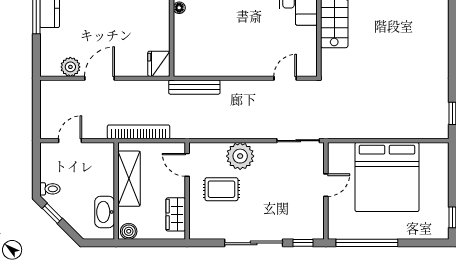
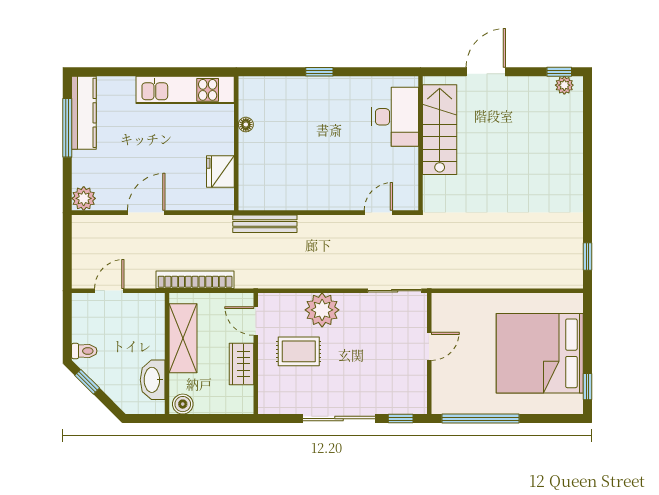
fridge: (159, 64) -> (220, 171), moved
plant: (70, 67) -> (84, 198), moved
bed: (387, 177) -> (540, 353), moved, turned 90
wardrobe: (176, 214) -> (242, 364), moved

